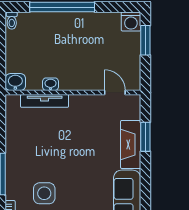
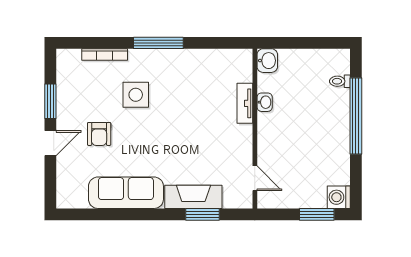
toilet: (12, 21) -> (340, 81), moved
door: (115, 93) -> (255, 178), hinge flipped
tv unit: (45, 101) -> (245, 103), width x0.71

